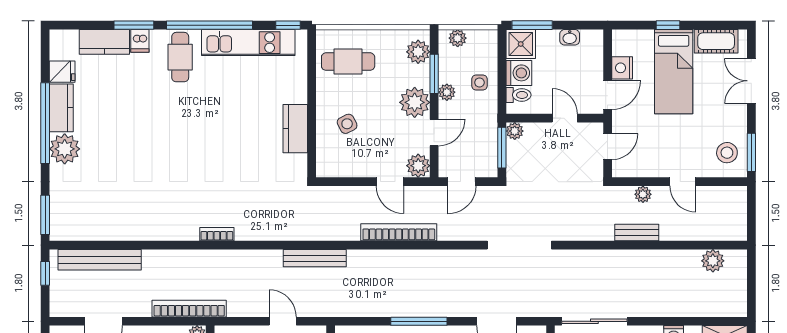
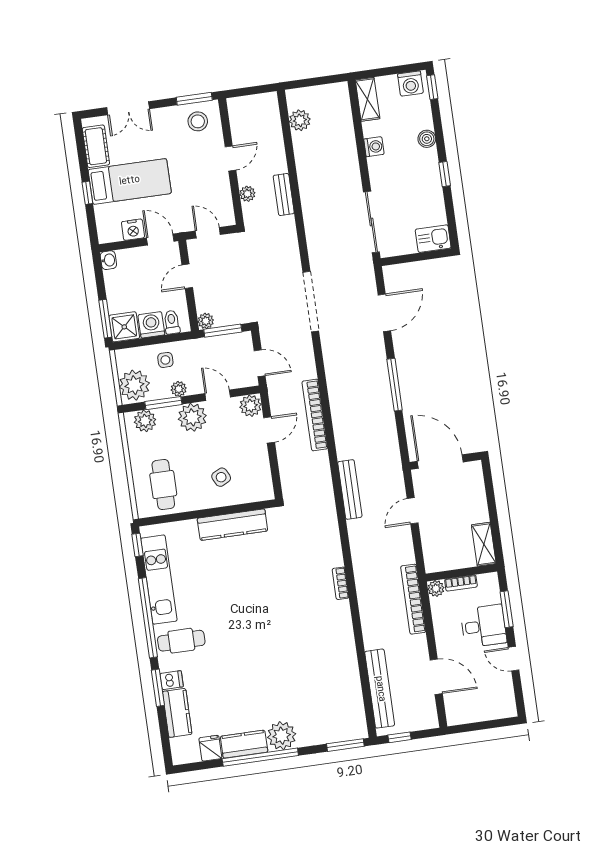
washbasin: (570, 37) -> (108, 260), moved
plant: (458, 38) -> (134, 385), width x1.88, depth x1.88
kitchen counter: (295, 129) -> (232, 525), width x1.50

